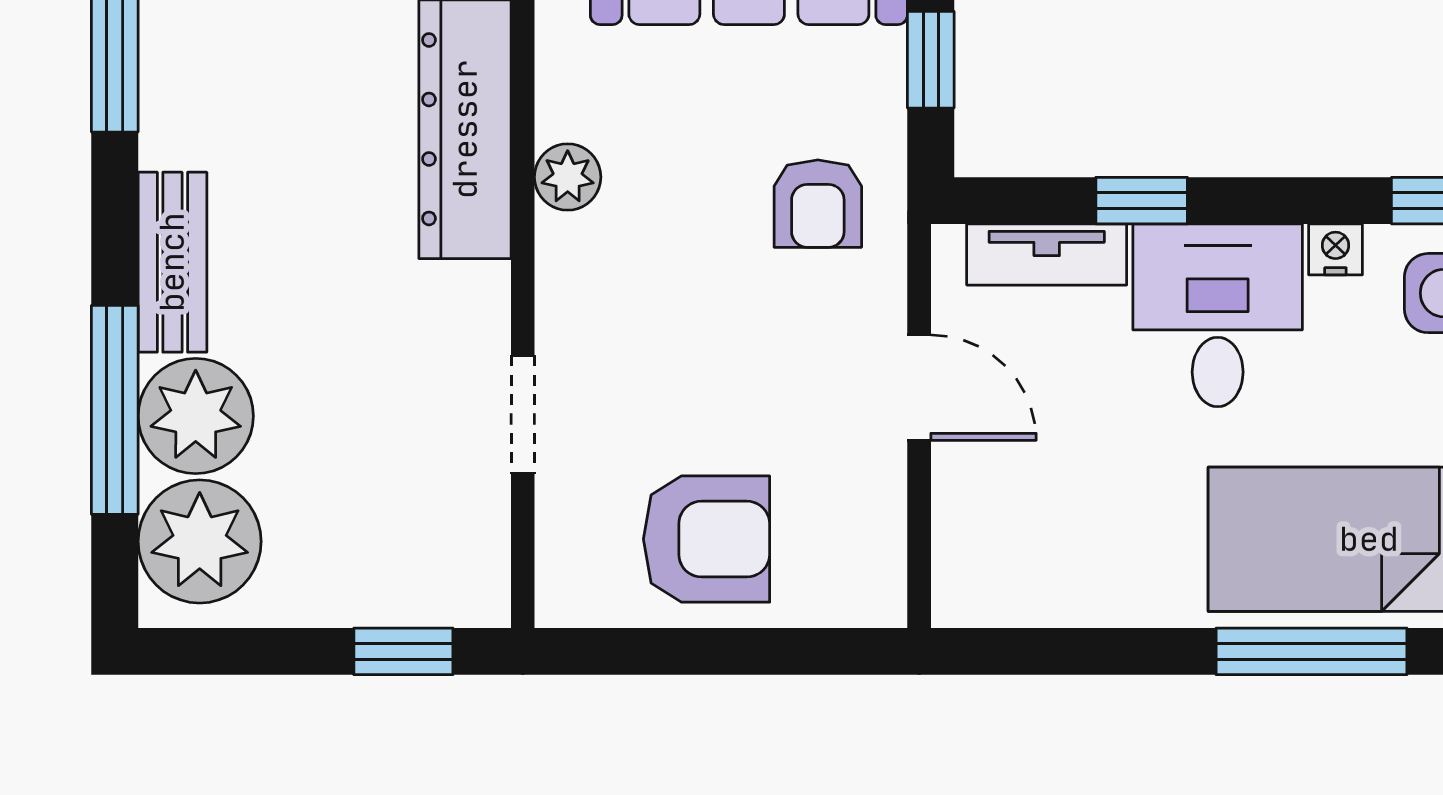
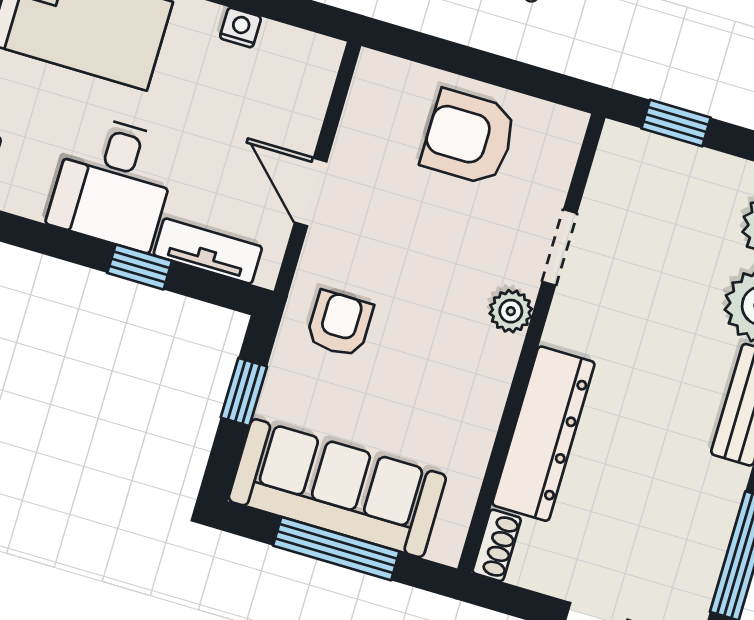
plant: (568, 177) -> (511, 311), moved
nightstand: (1335, 249) -> (240, 28), moved, turned 180

